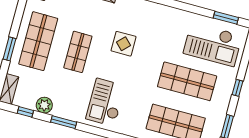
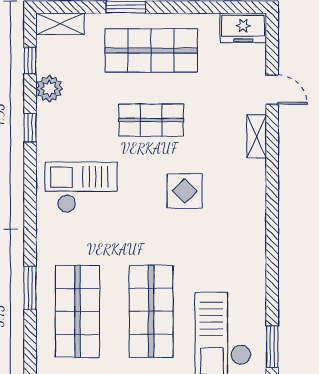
window: (64, 122) -> (30, 128), width x0.67

